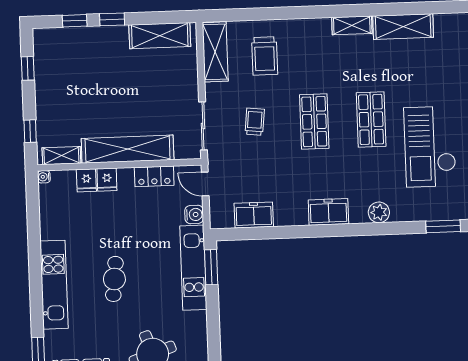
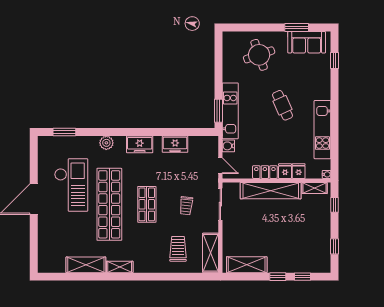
shop shelf: (371, 119) -> (109, 204), width x2.00, depth x1.36
locker: (154, 176) -> (265, 172), moved
freezer: (254, 215) -> (175, 144), moved
cafe table: (114, 279) -> (283, 105), turned -30
kitchen unit: (54, 285) -> (322, 130), moved

